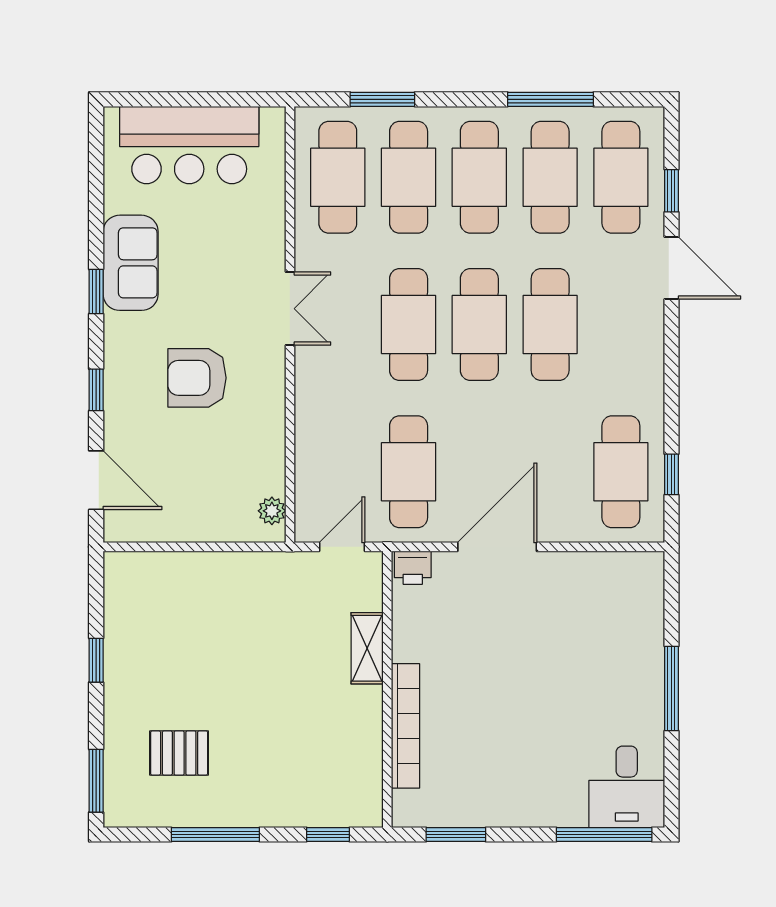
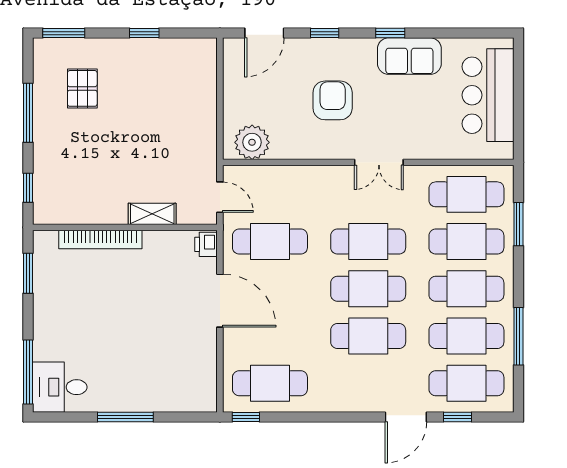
window: (671, 474) -> (246, 417), moved
plant: (272, 511) -> (252, 142), width x1.87, depth x1.87

